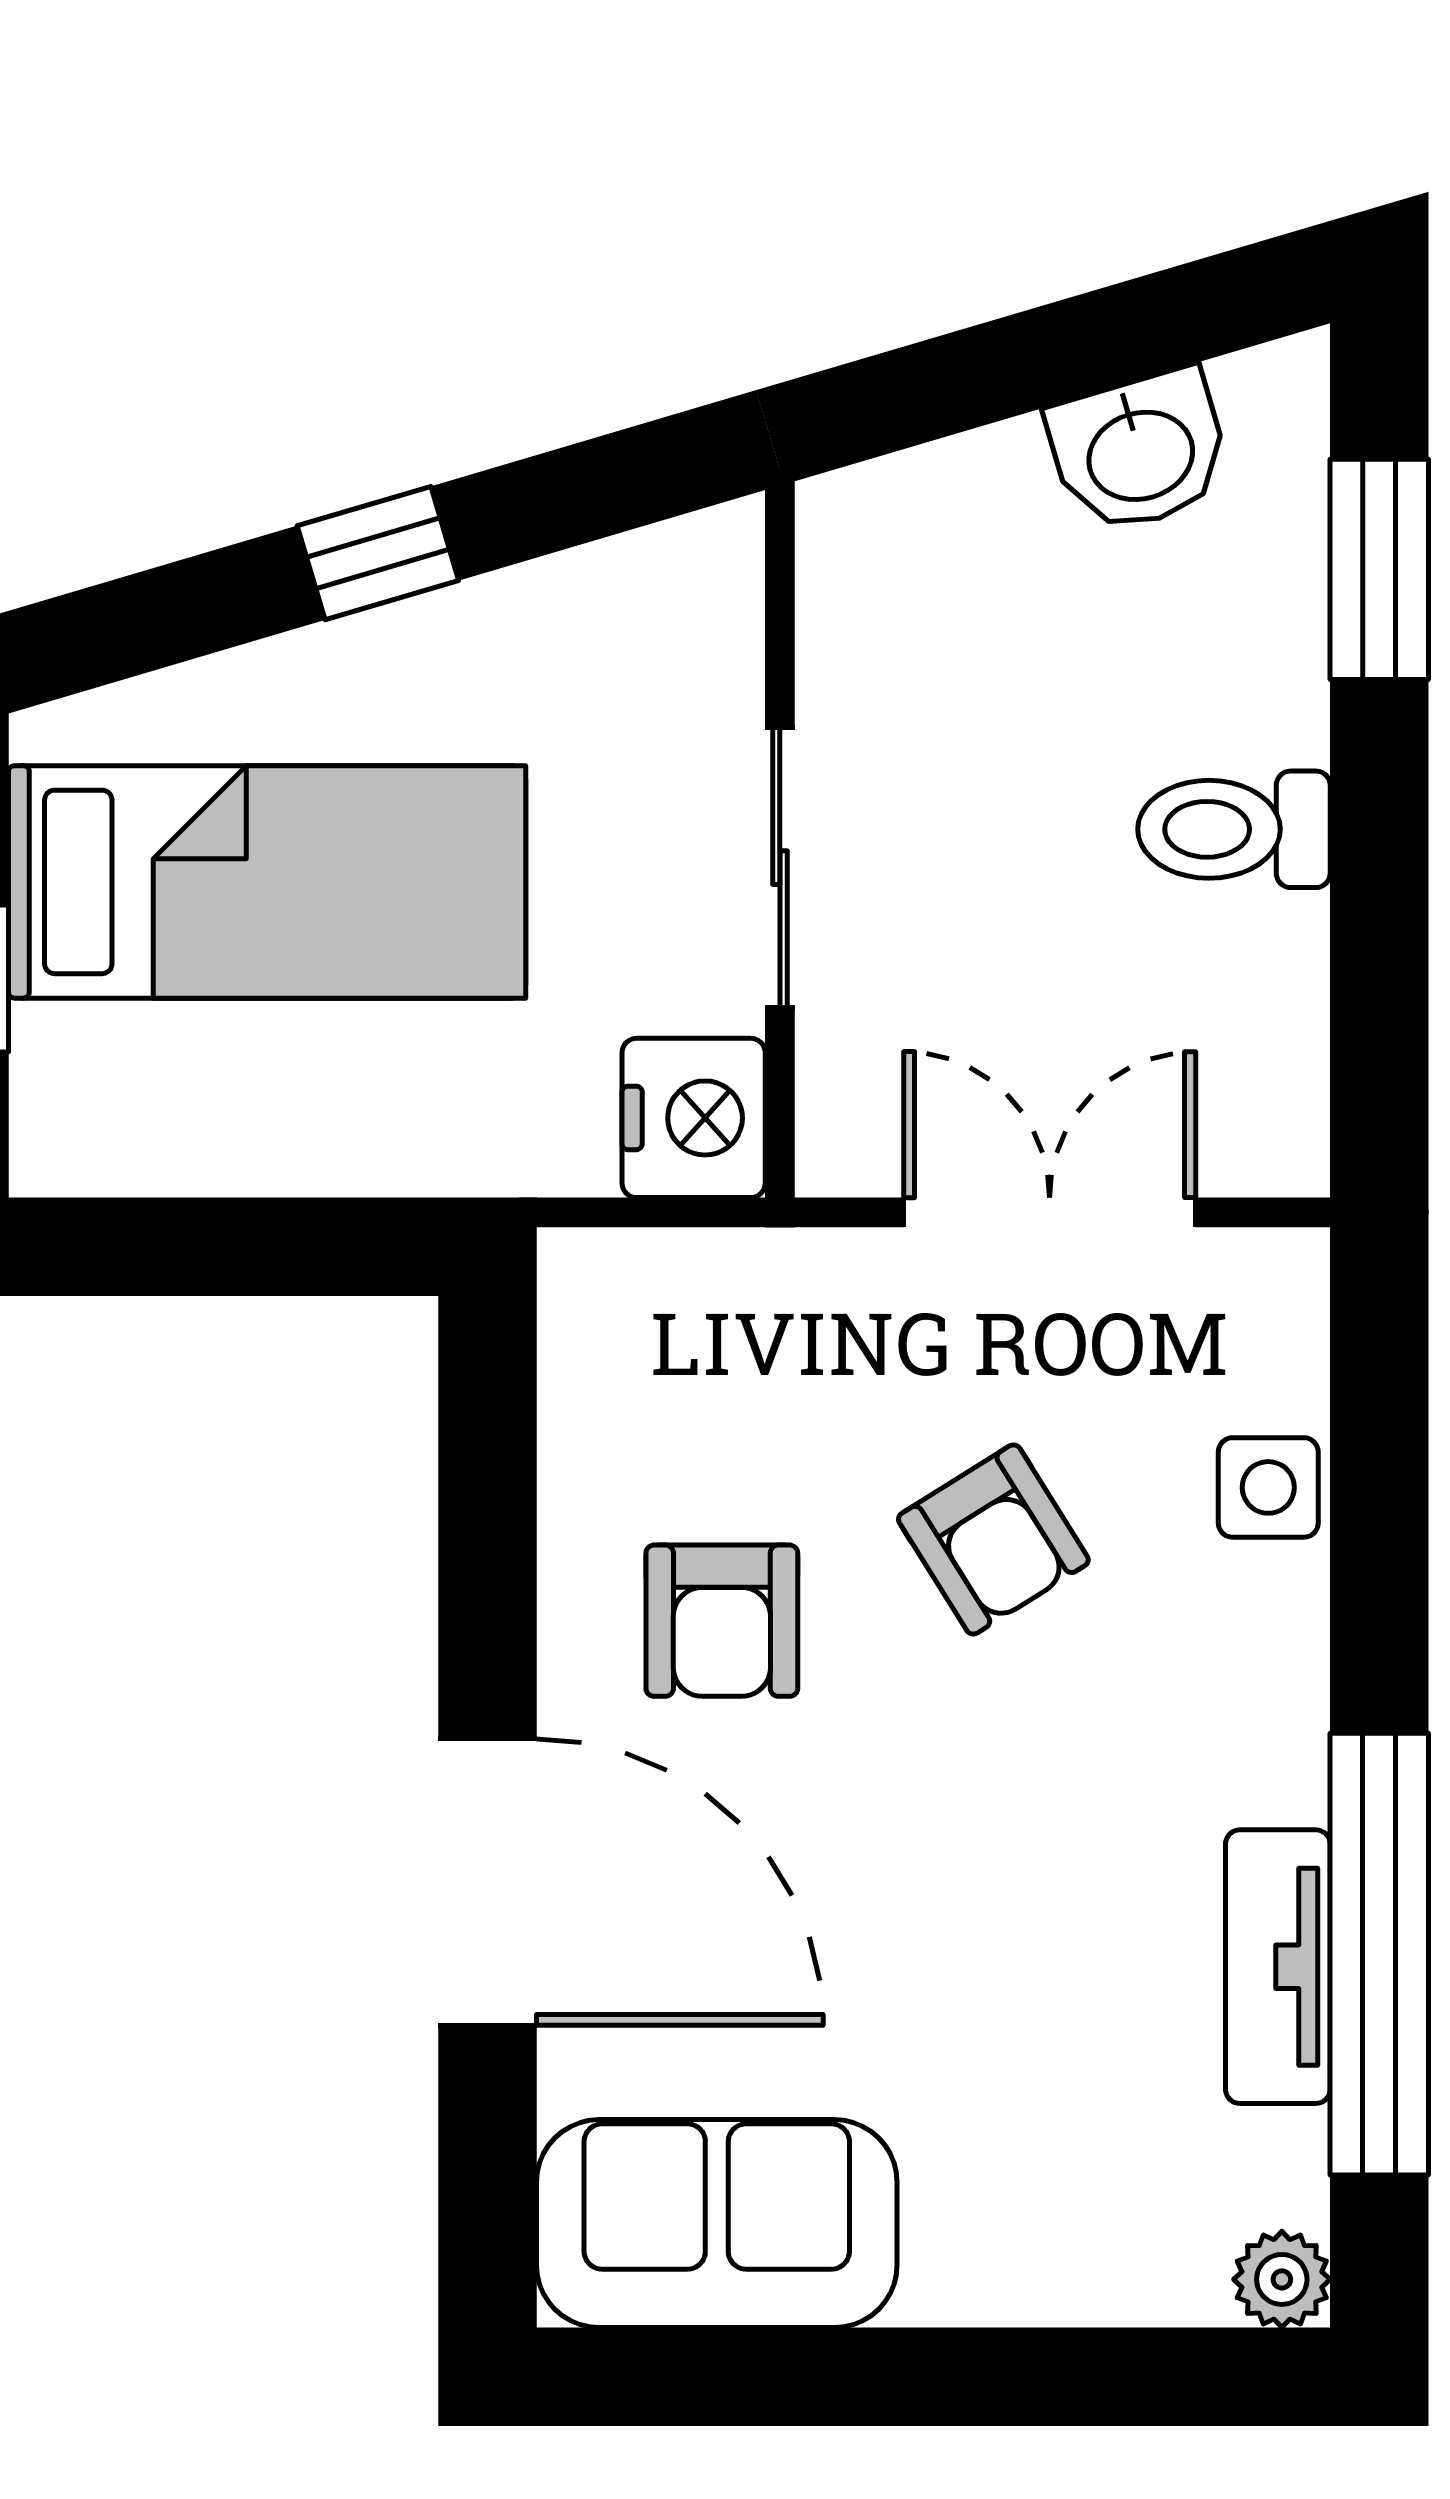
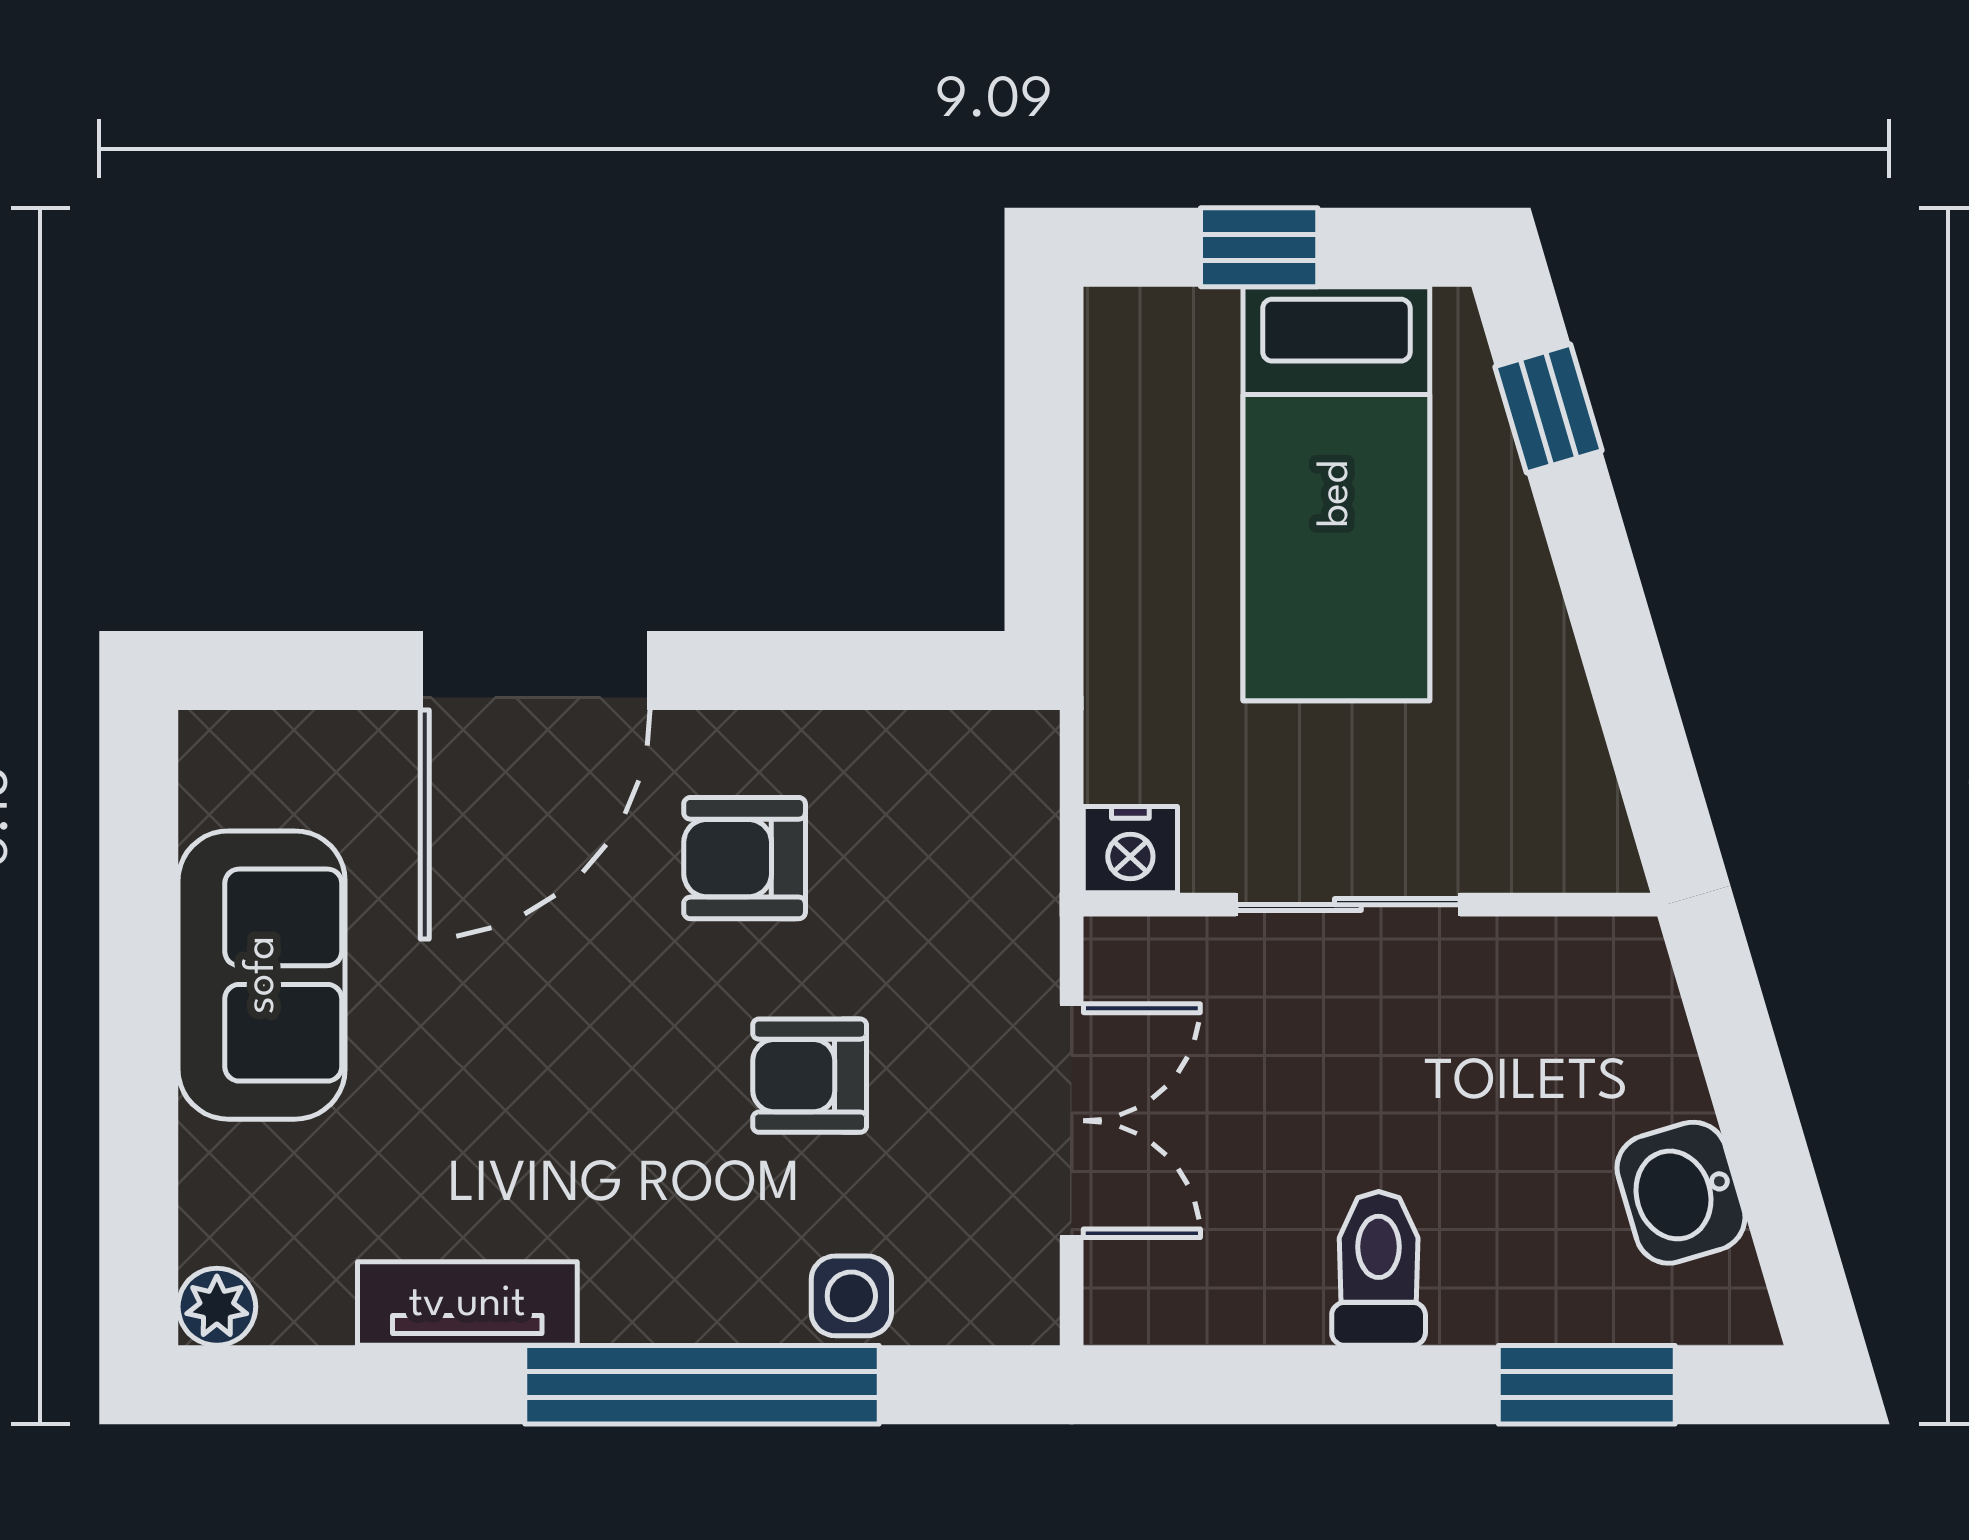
window: (378, 553) -> (1548, 409), moved
nightstand: (694, 1118) -> (1130, 850), width x0.74, depth x0.75
armchair: (993, 1540) -> (810, 1076), turned 32
window: (1379, 1954) -> (702, 1385), moved
sofa: (717, 2224) -> (262, 975), moved

